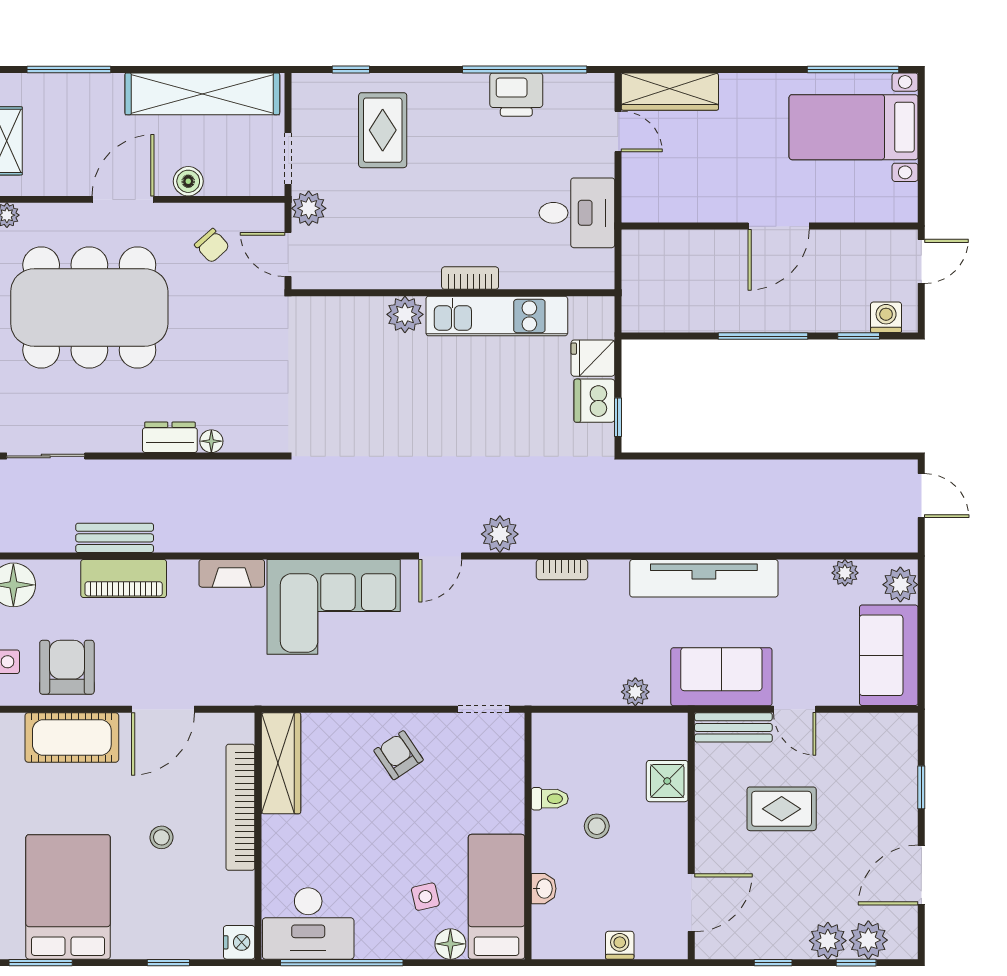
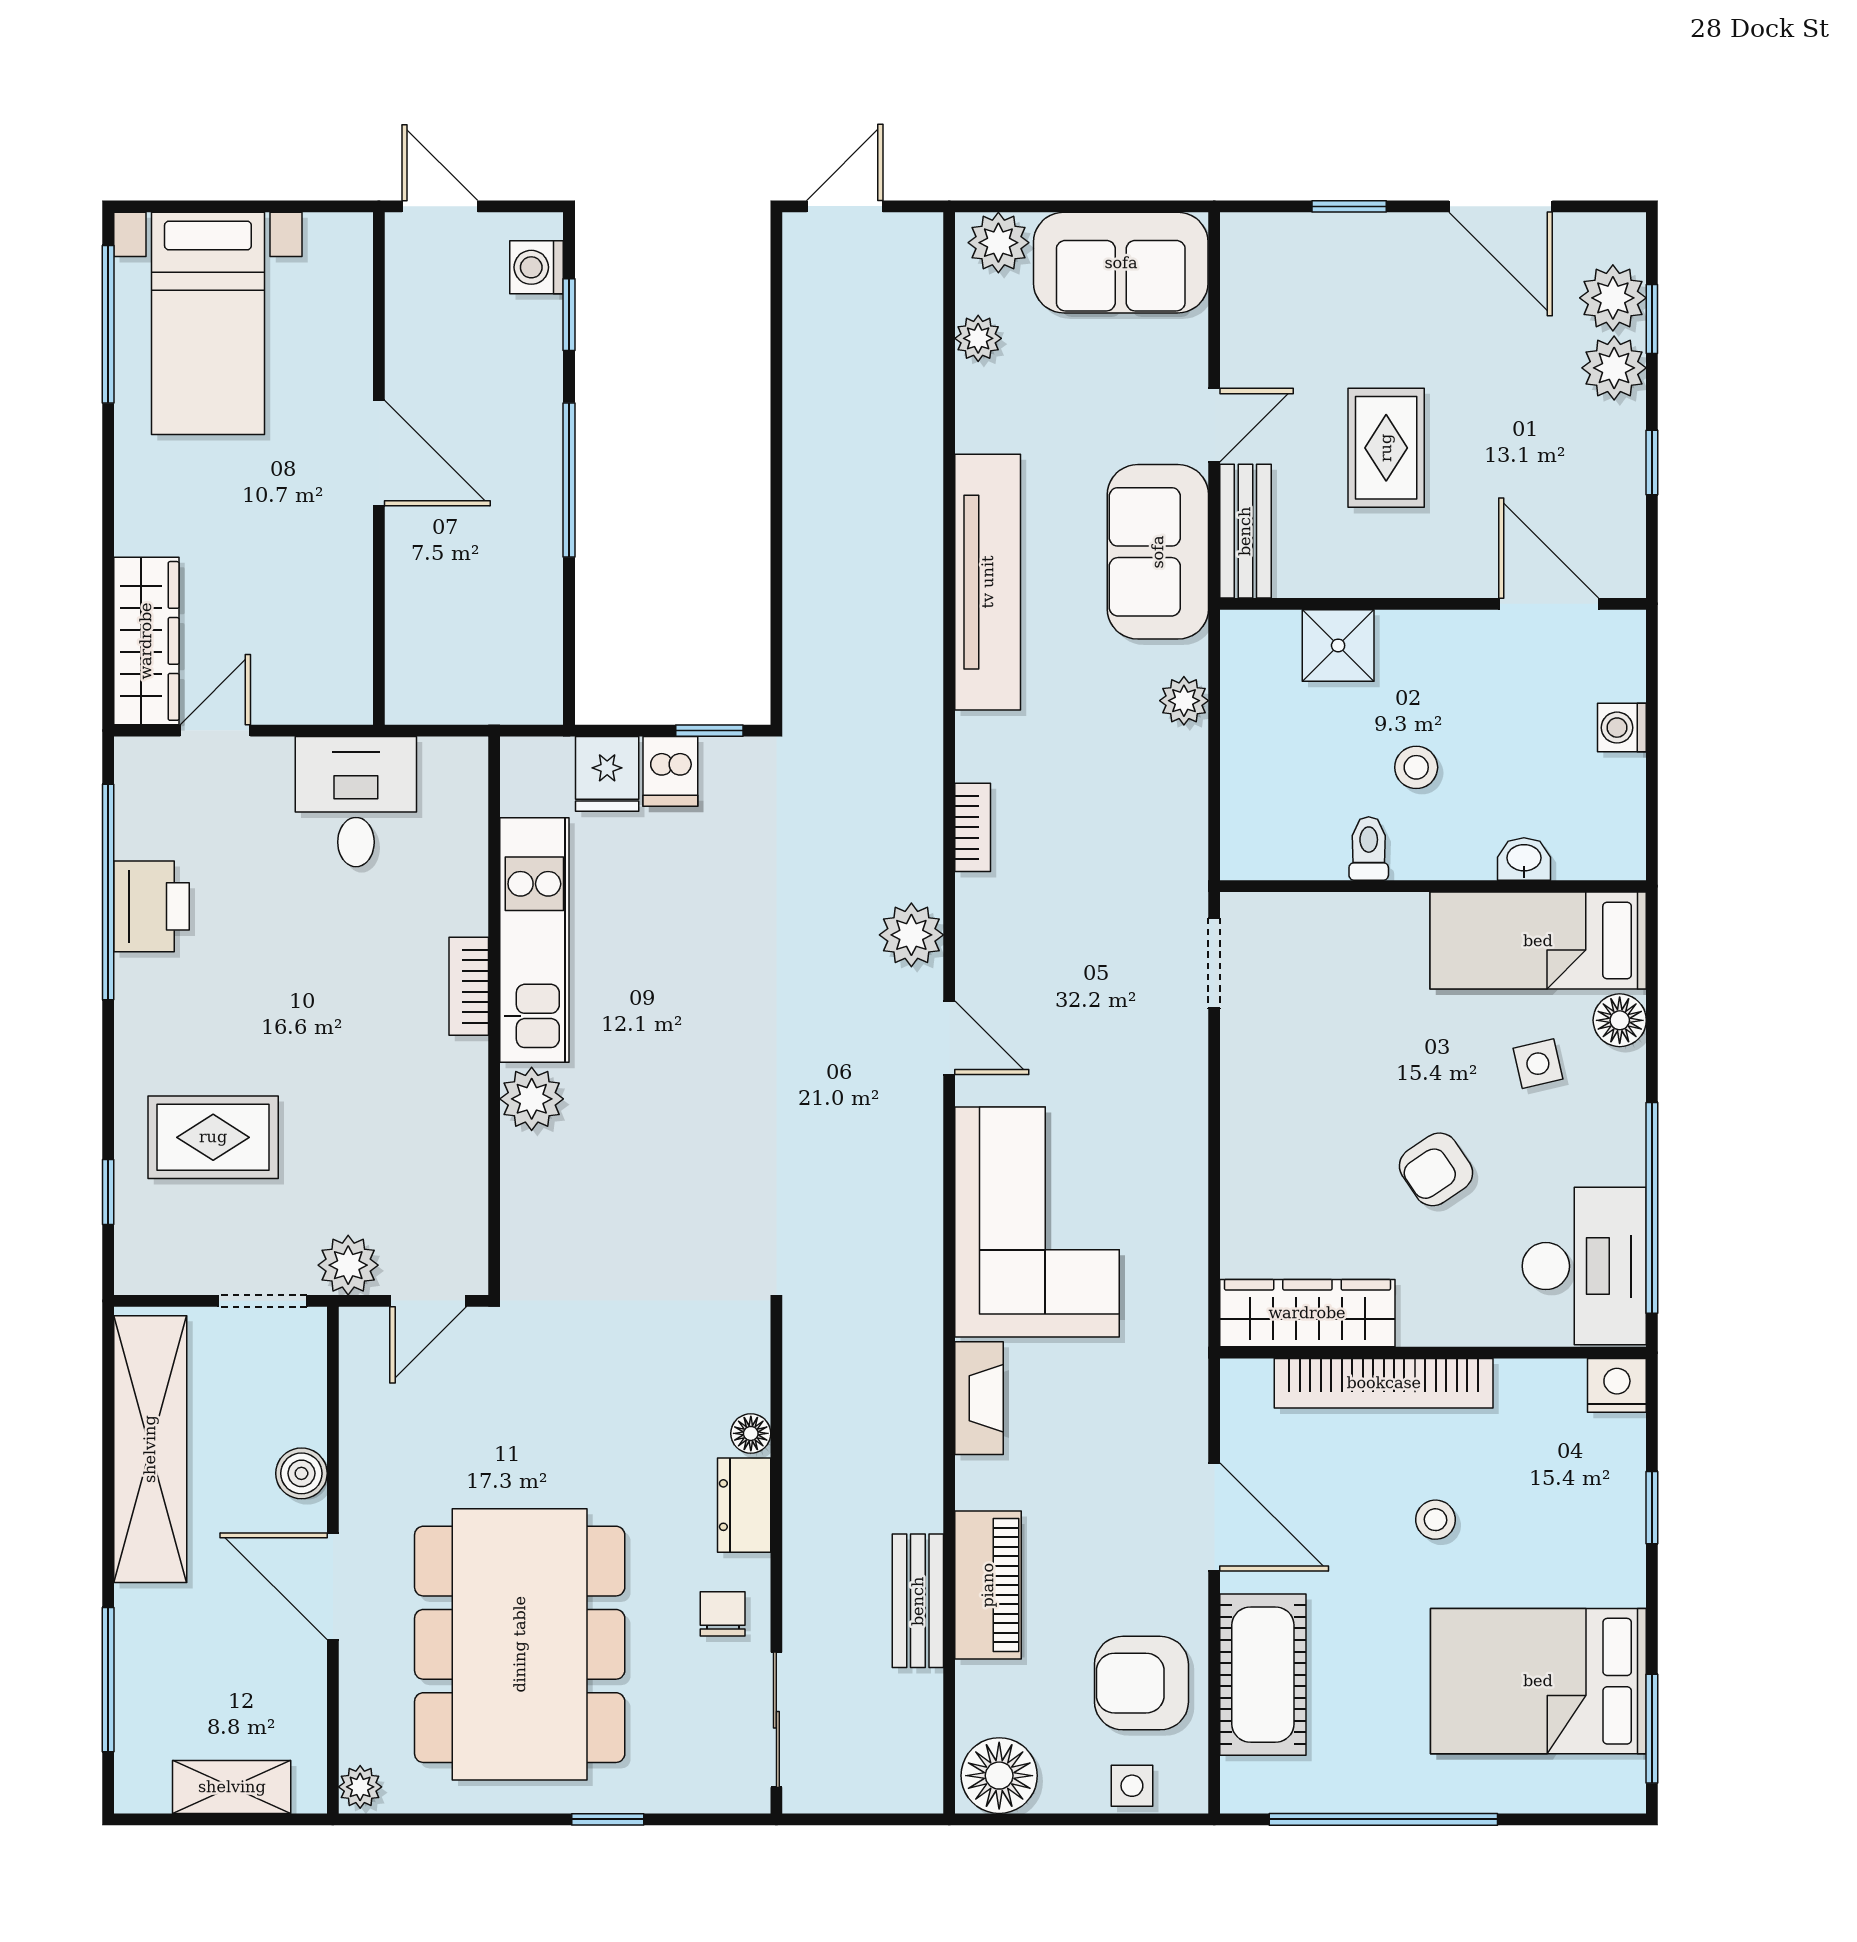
chair: (212, 246) -> (723, 1614), moved, turned -48
dishwasher: (594, 401) -> (670, 771), width x0.73
armchair: (399, 755) -> (1436, 1169), moved

